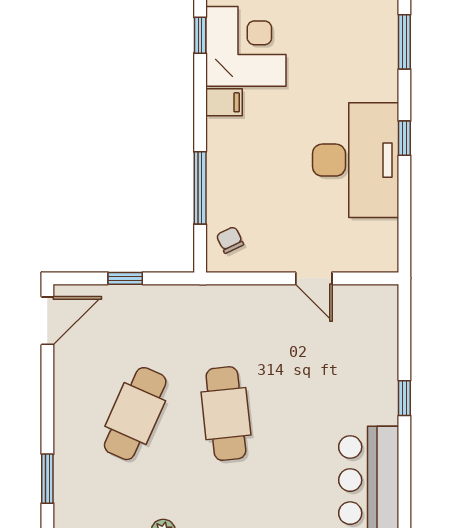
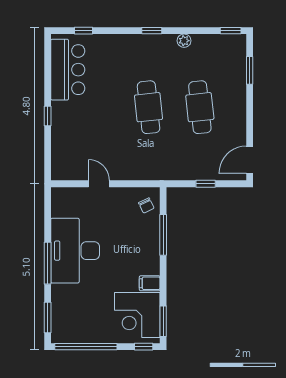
window: (200, 35) -> (163, 321), width x1.50
window: (404, 138) -> (48, 263), width x2.17
cafe table: (135, 414) -> (200, 107), turned -30

